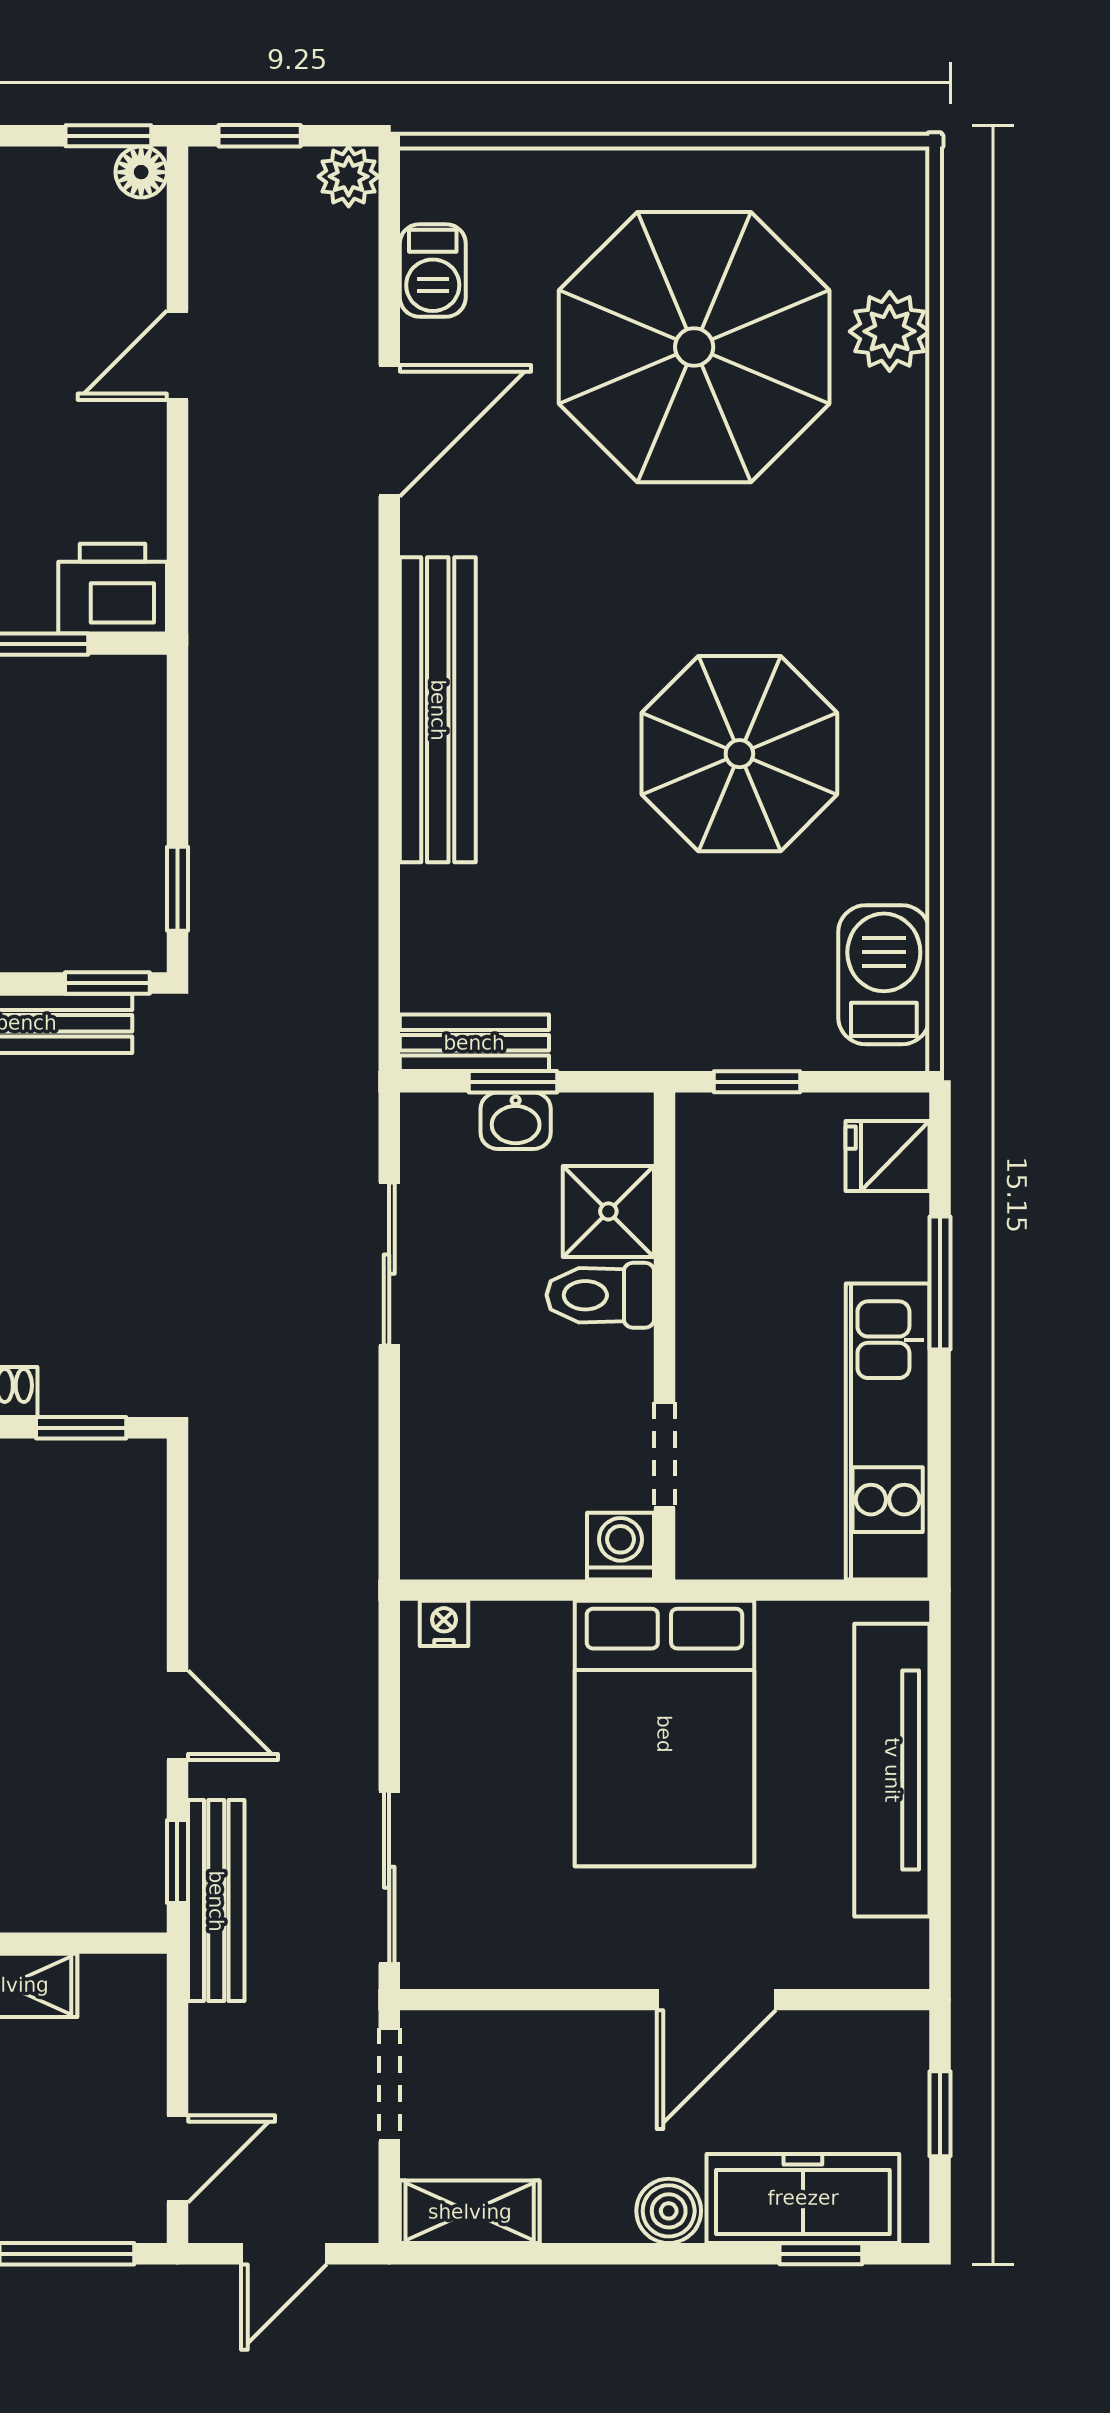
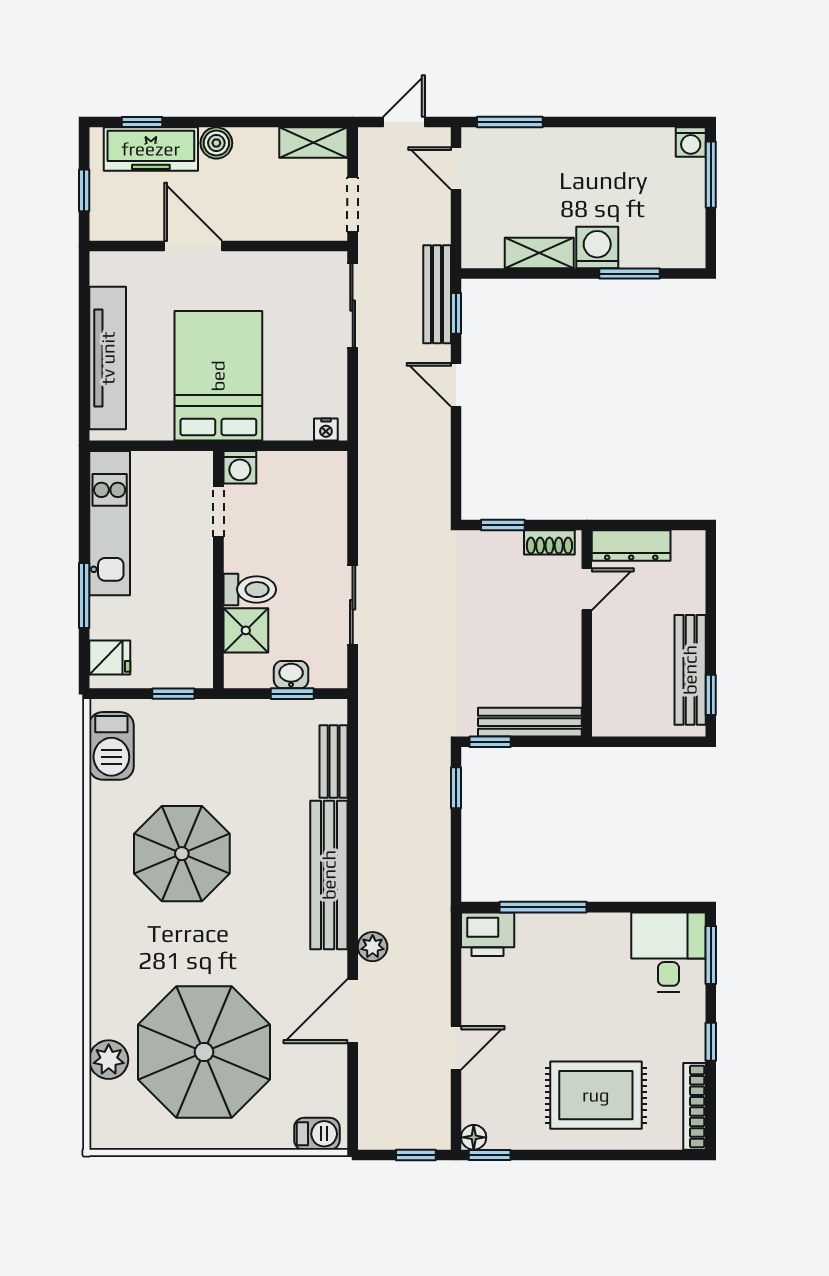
plant: (349, 176) -> (373, 947), moved
barbecue: (433, 270) -> (317, 1134), moved, turned 90
bench: (474, 1043) -> (334, 762), moved, turned 90
door: (716, 2000) -> (193, 246), hinge flipped
door: (177, 2159) -> (456, 168), hinge flipped

